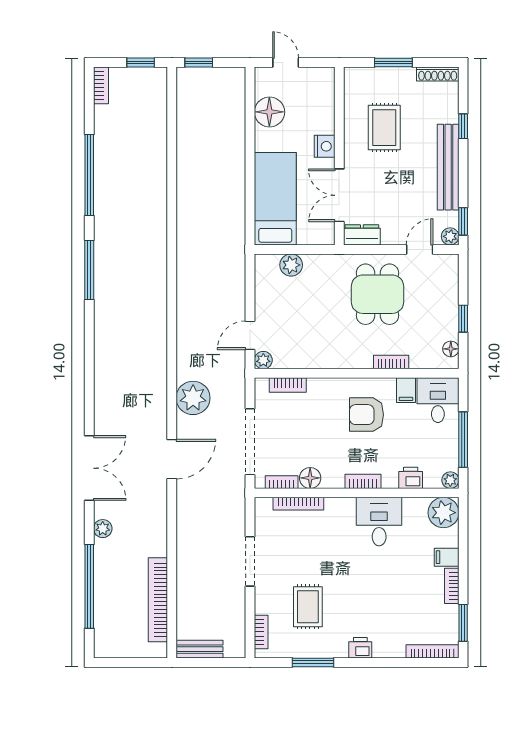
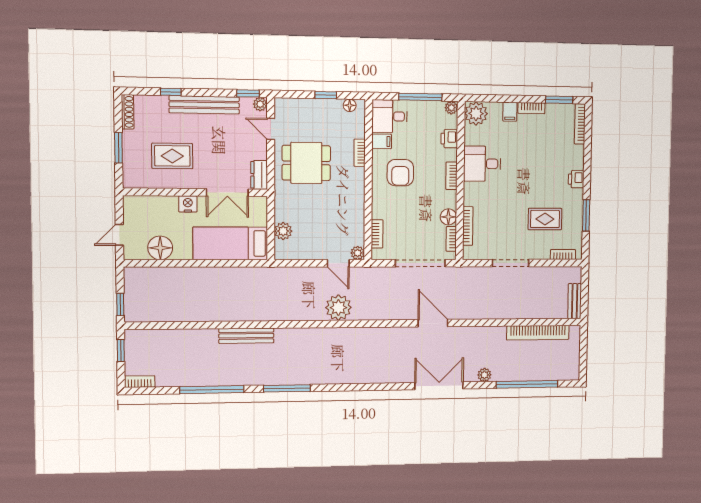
bench: (158, 218) -> (246, 336), added
plant: (193, 398) -> (338, 308), moved

